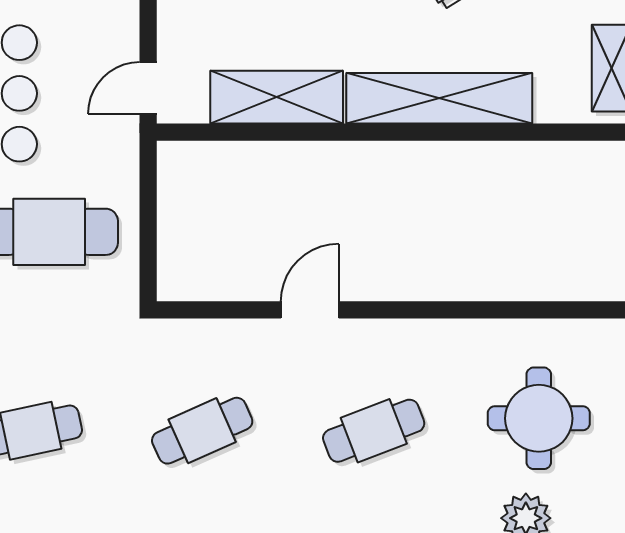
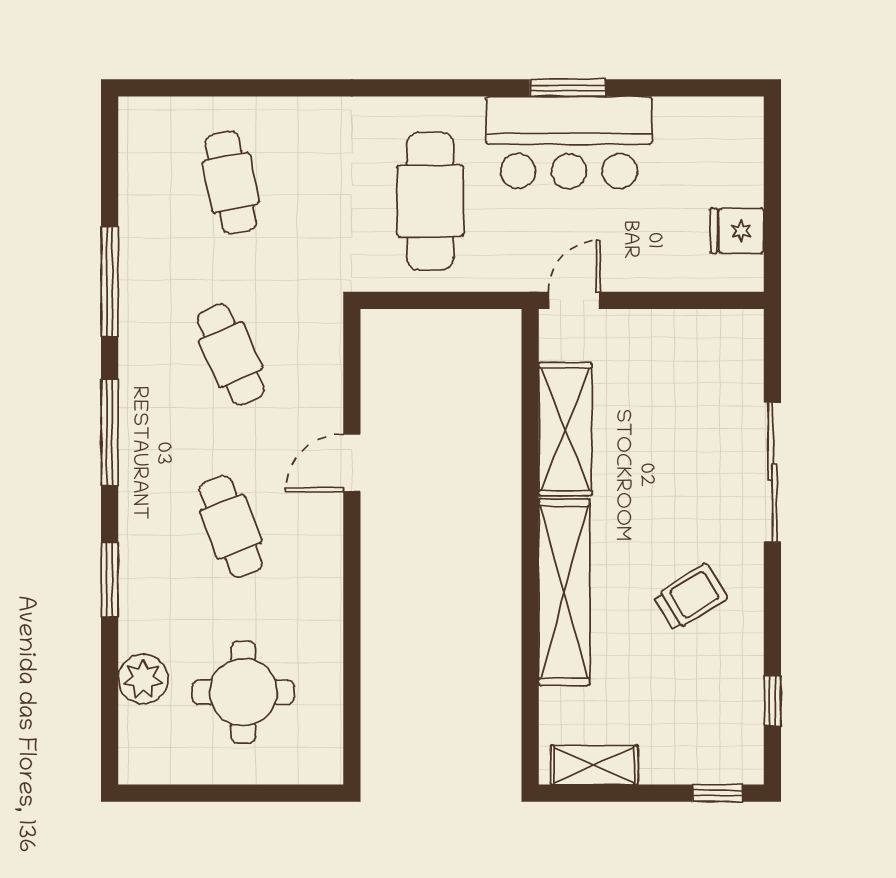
door: (148, 88) -> (574, 300), hinge flipped
door: (310, 310) -> (352, 462), swing flipped

